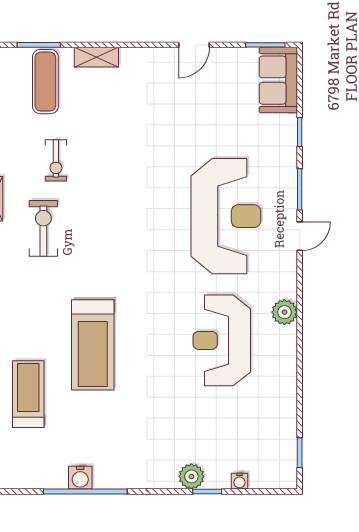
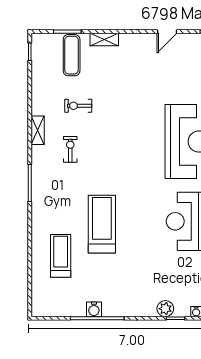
exercise bike: (56, 160) -> (78, 106), turned 90
exercise bike: (43, 228) -> (70, 149), width x0.73, depth x0.72
treadmill: (93, 345) -> (102, 224), turned 180

